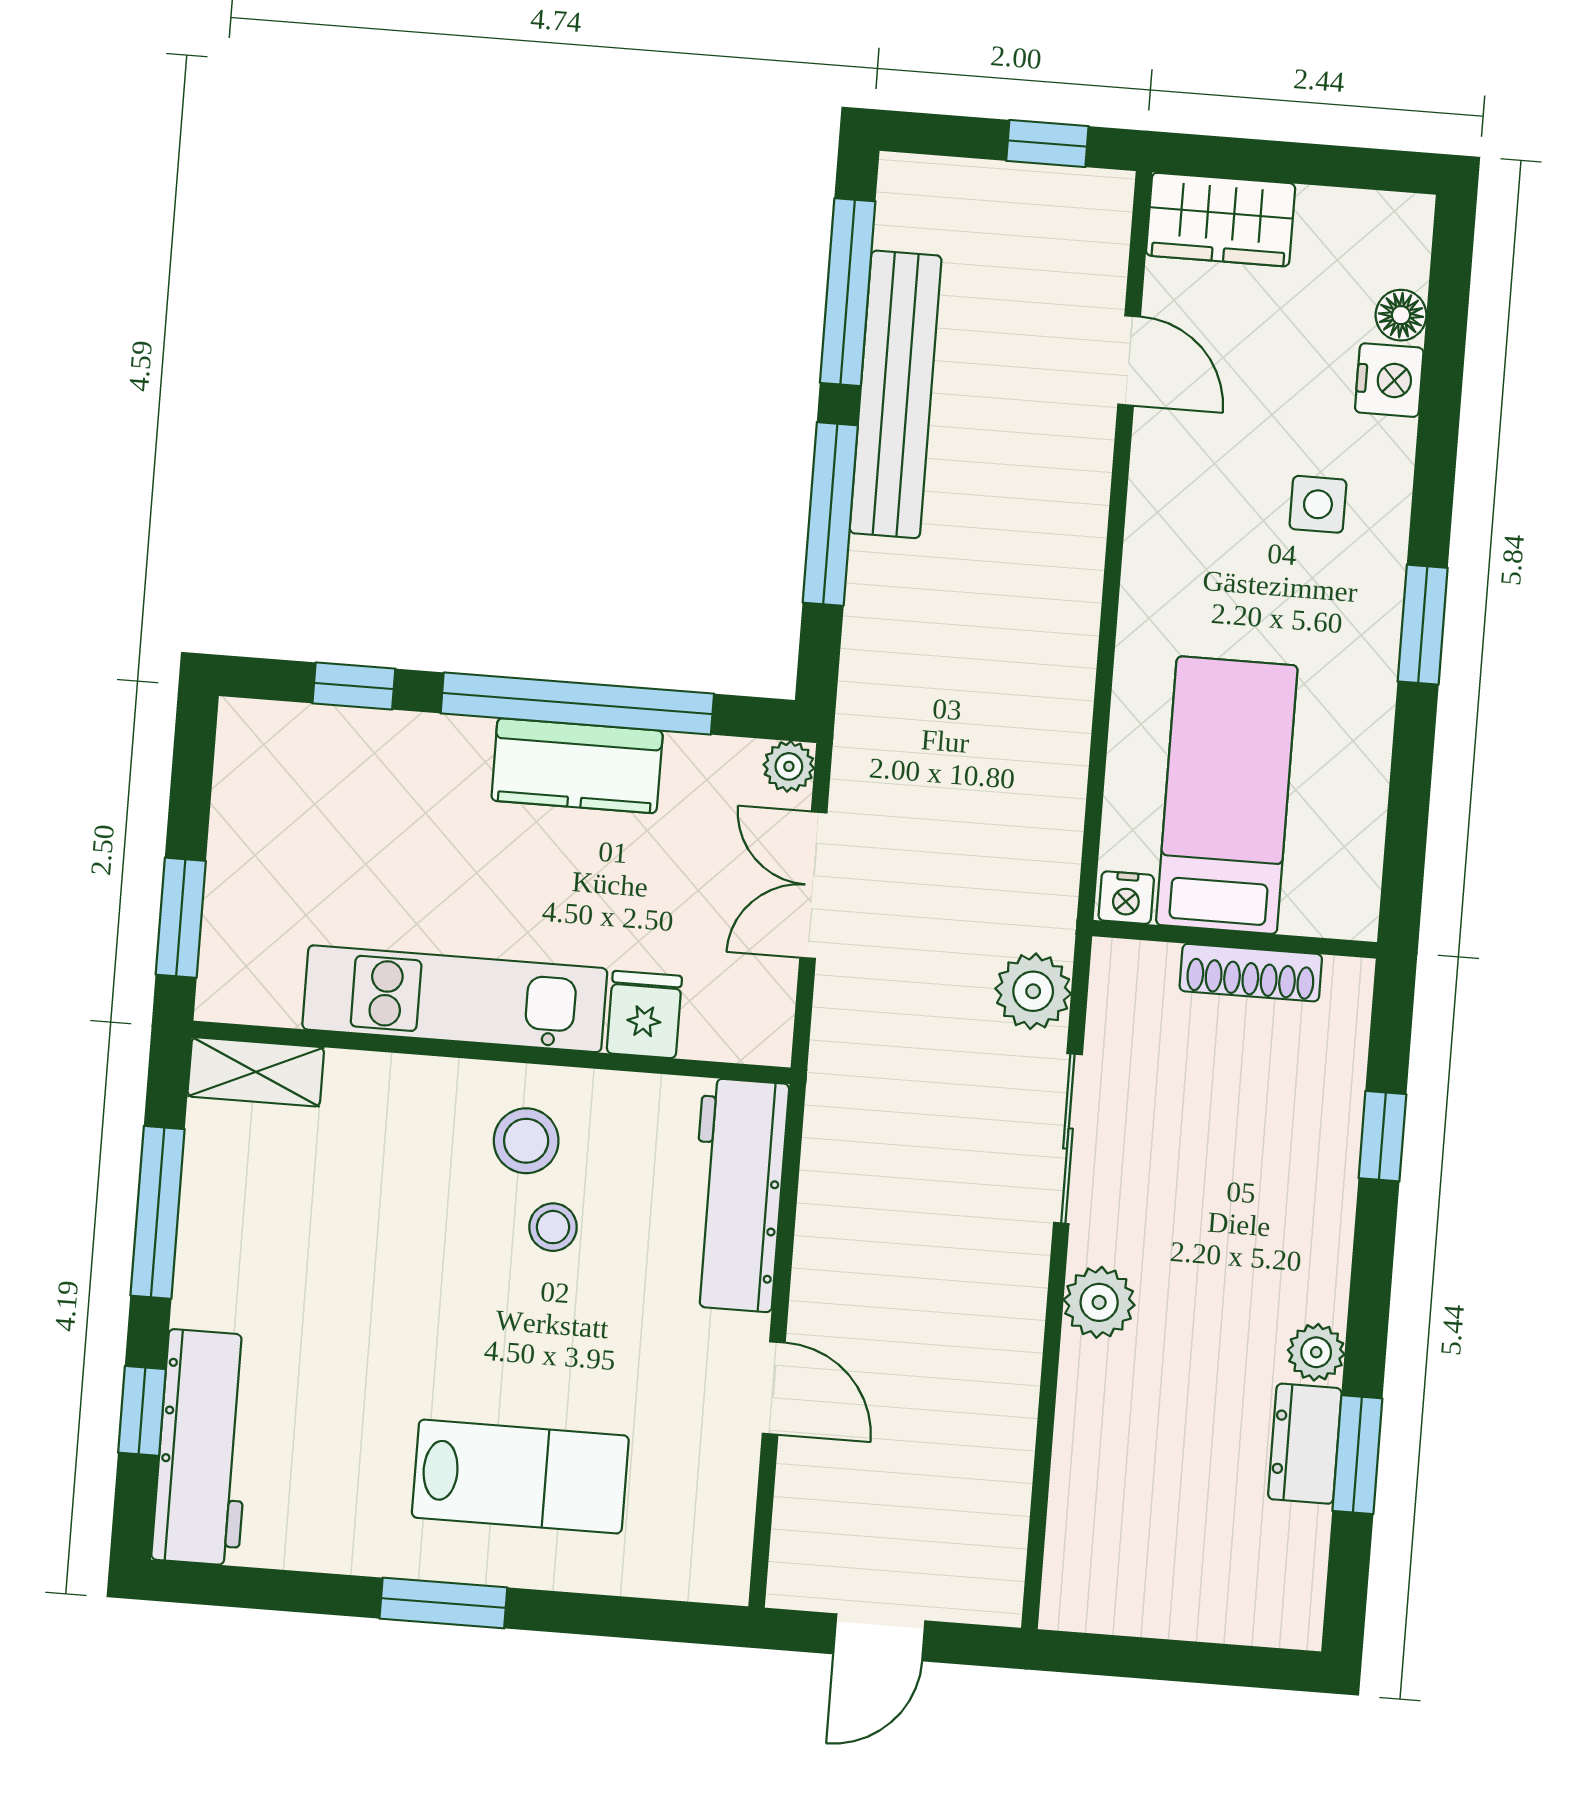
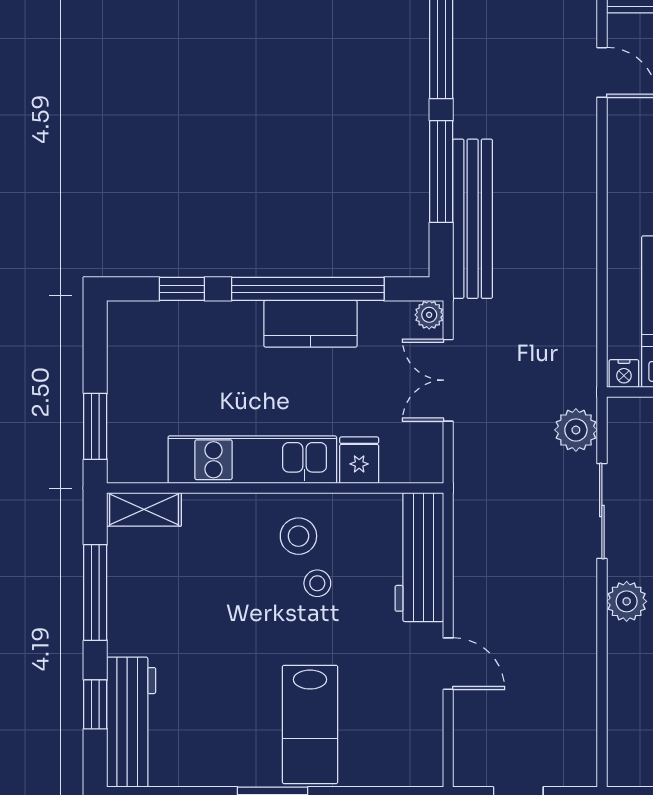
bench: (896, 394) -> (473, 219), moved
lab bench: (520, 1477) -> (310, 724), turned 90

